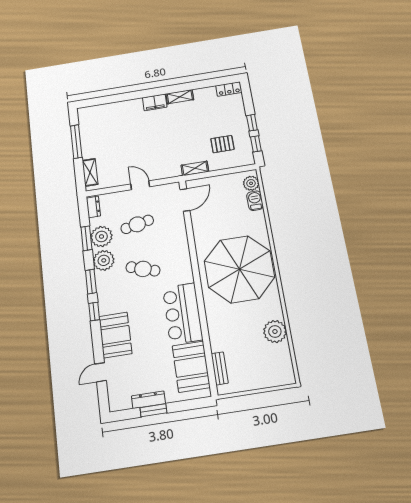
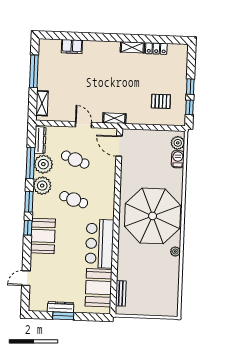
locker: (229, 89) -> (156, 49), moved
filing cabinet: (155, 102) -> (72, 47), moved
shelving: (195, 168) -> (114, 118), moved
door: (185, 200) -> (119, 146), swing flipped
dresser: (93, 207) -> (40, 140), width x1.44
cafe table: (137, 224) -> (75, 160), turned 33
window: (86, 238) -> (30, 163), width x1.44
plant: (275, 331) -> (175, 252), moved, width x0.53, depth x0.53
booth: (115, 335) -> (43, 236), moved

